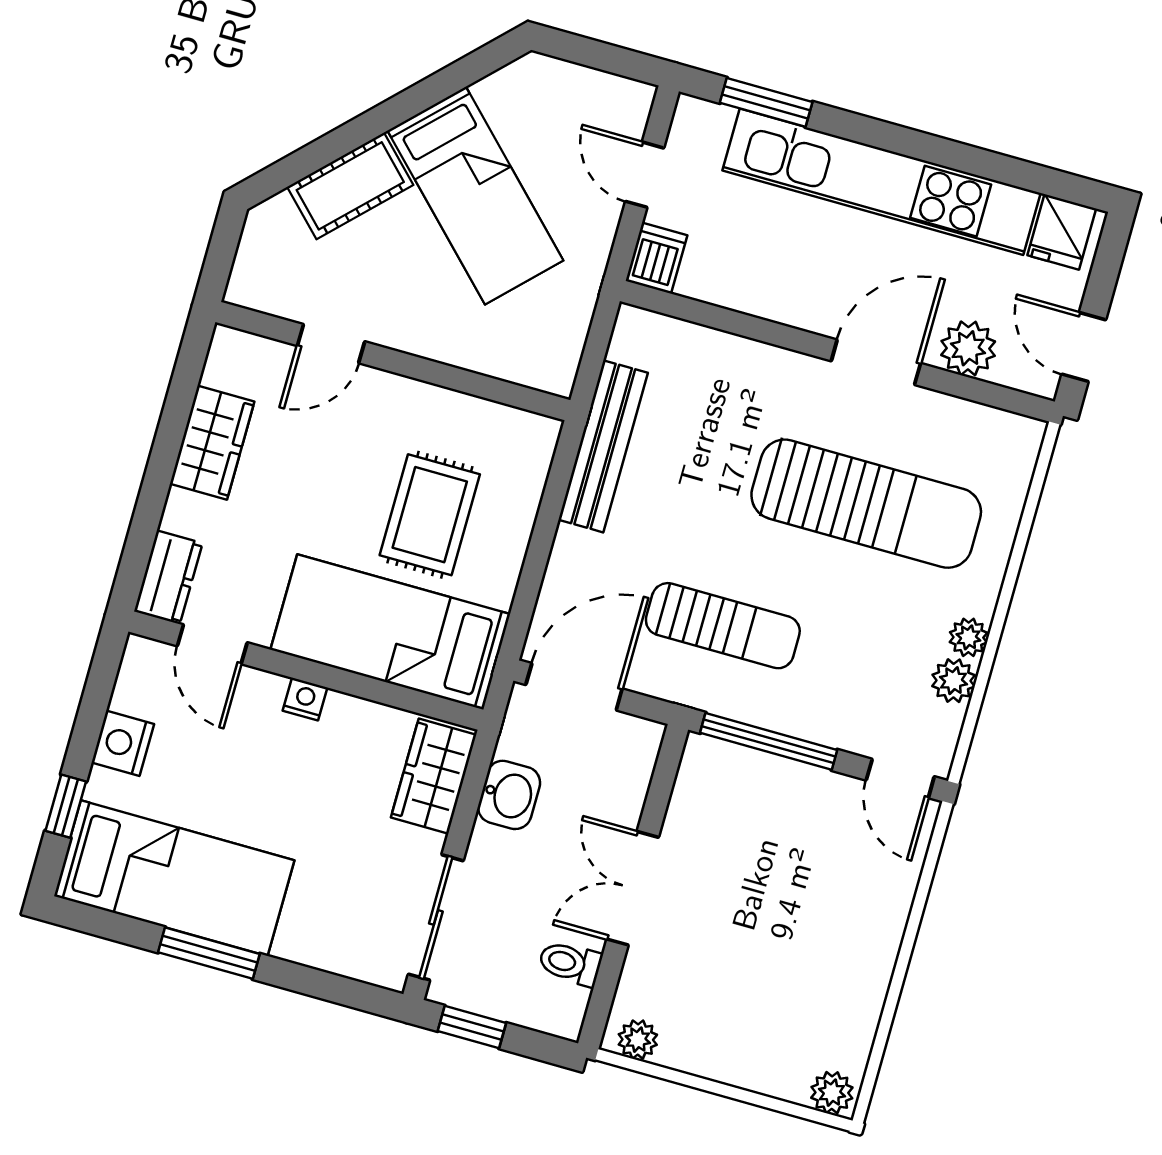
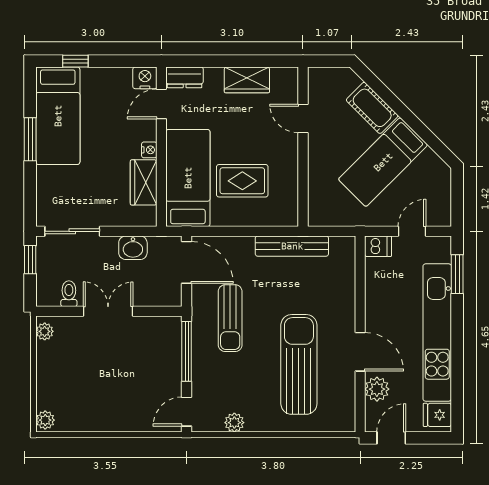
sun lounger: (866, 504) -> (299, 364), turned 180
plant: (968, 637) -> (254, 424), removed
nightstand: (123, 743) -> (145, 78), moved
wardrobe: (434, 776) -> (144, 182), moved, turned -90

